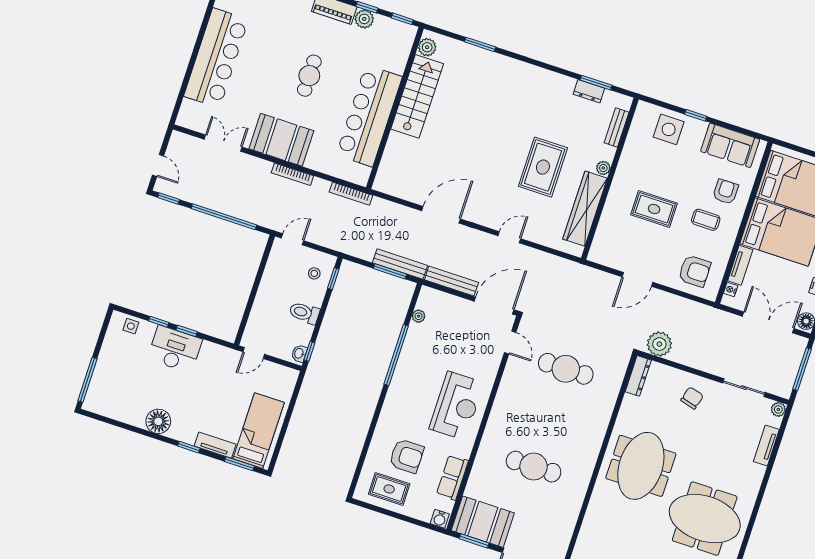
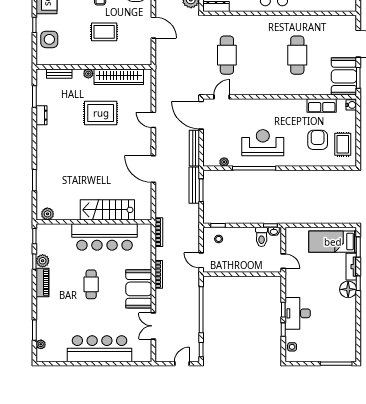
cafe table: (309, 76) -> (91, 284), turned 90
dresser: (589, 91) -> (42, 115), moved
stairs: (417, 96) -> (107, 210), moved
rug: (654, 209) -> (104, 32), turned 90
toilet: (304, 313) -> (262, 237), moved
reception desk: (456, 406) -> (263, 143), moved
floor lamp: (158, 421) -> (348, 289), moved

